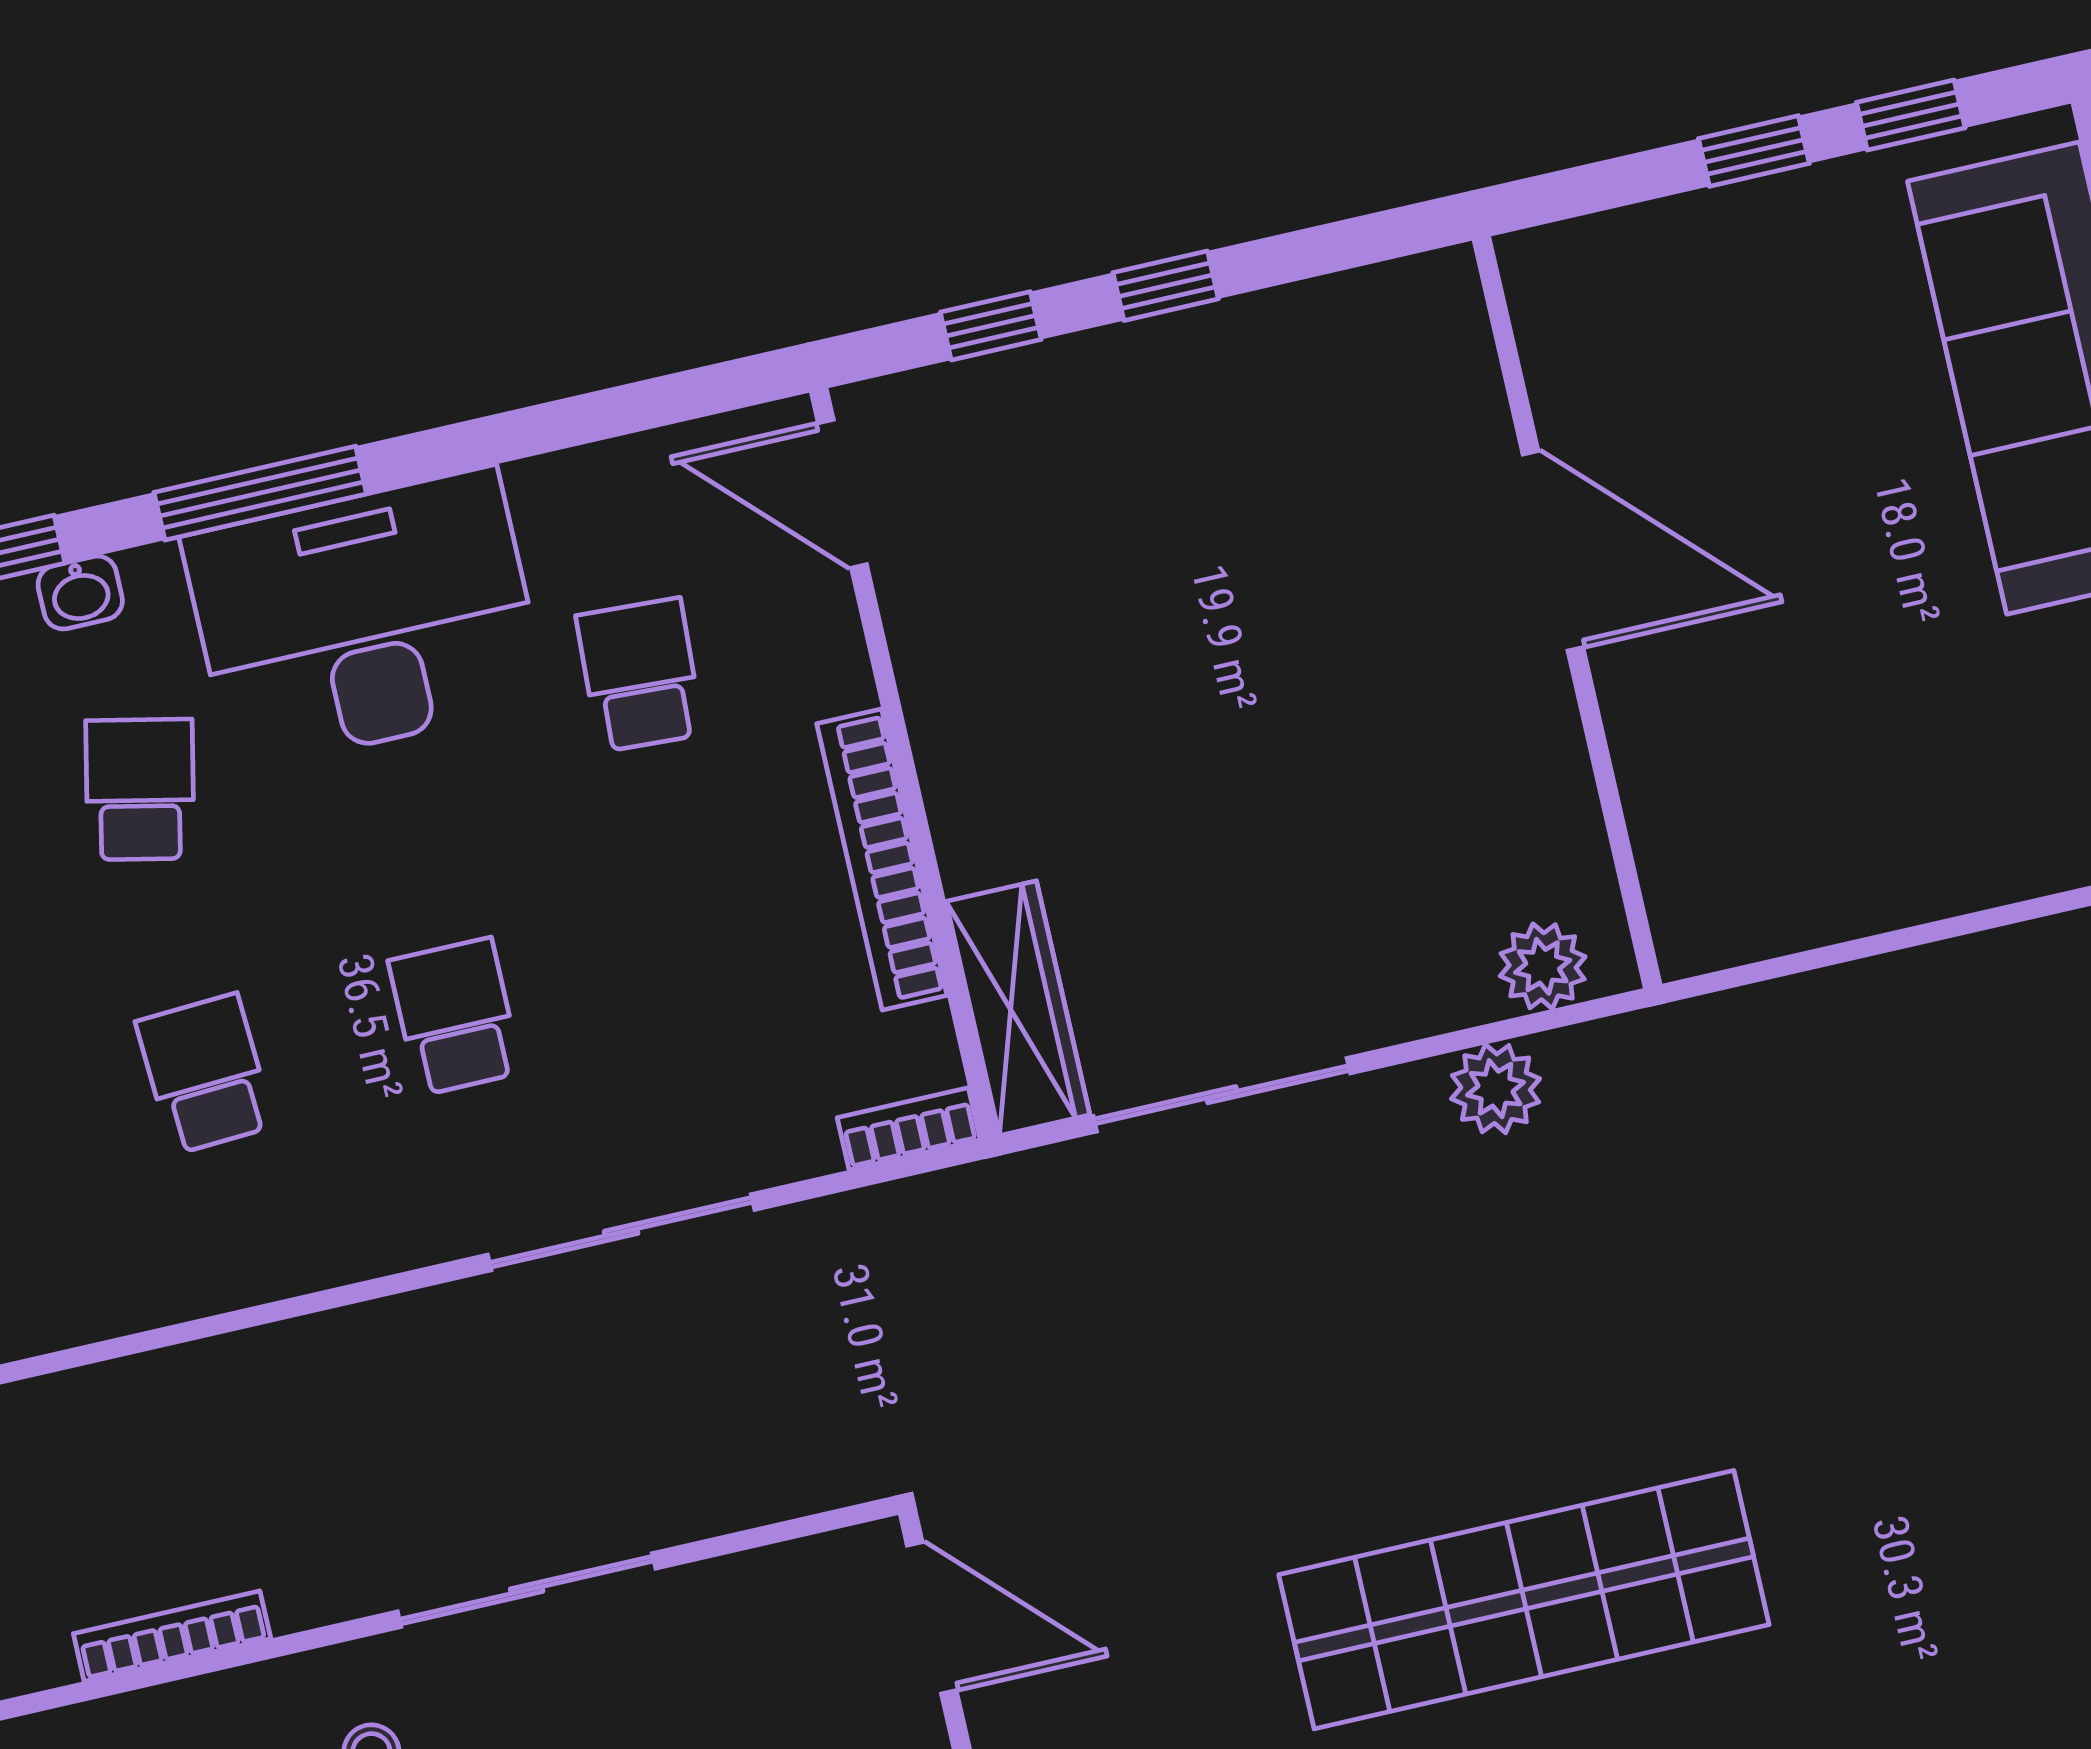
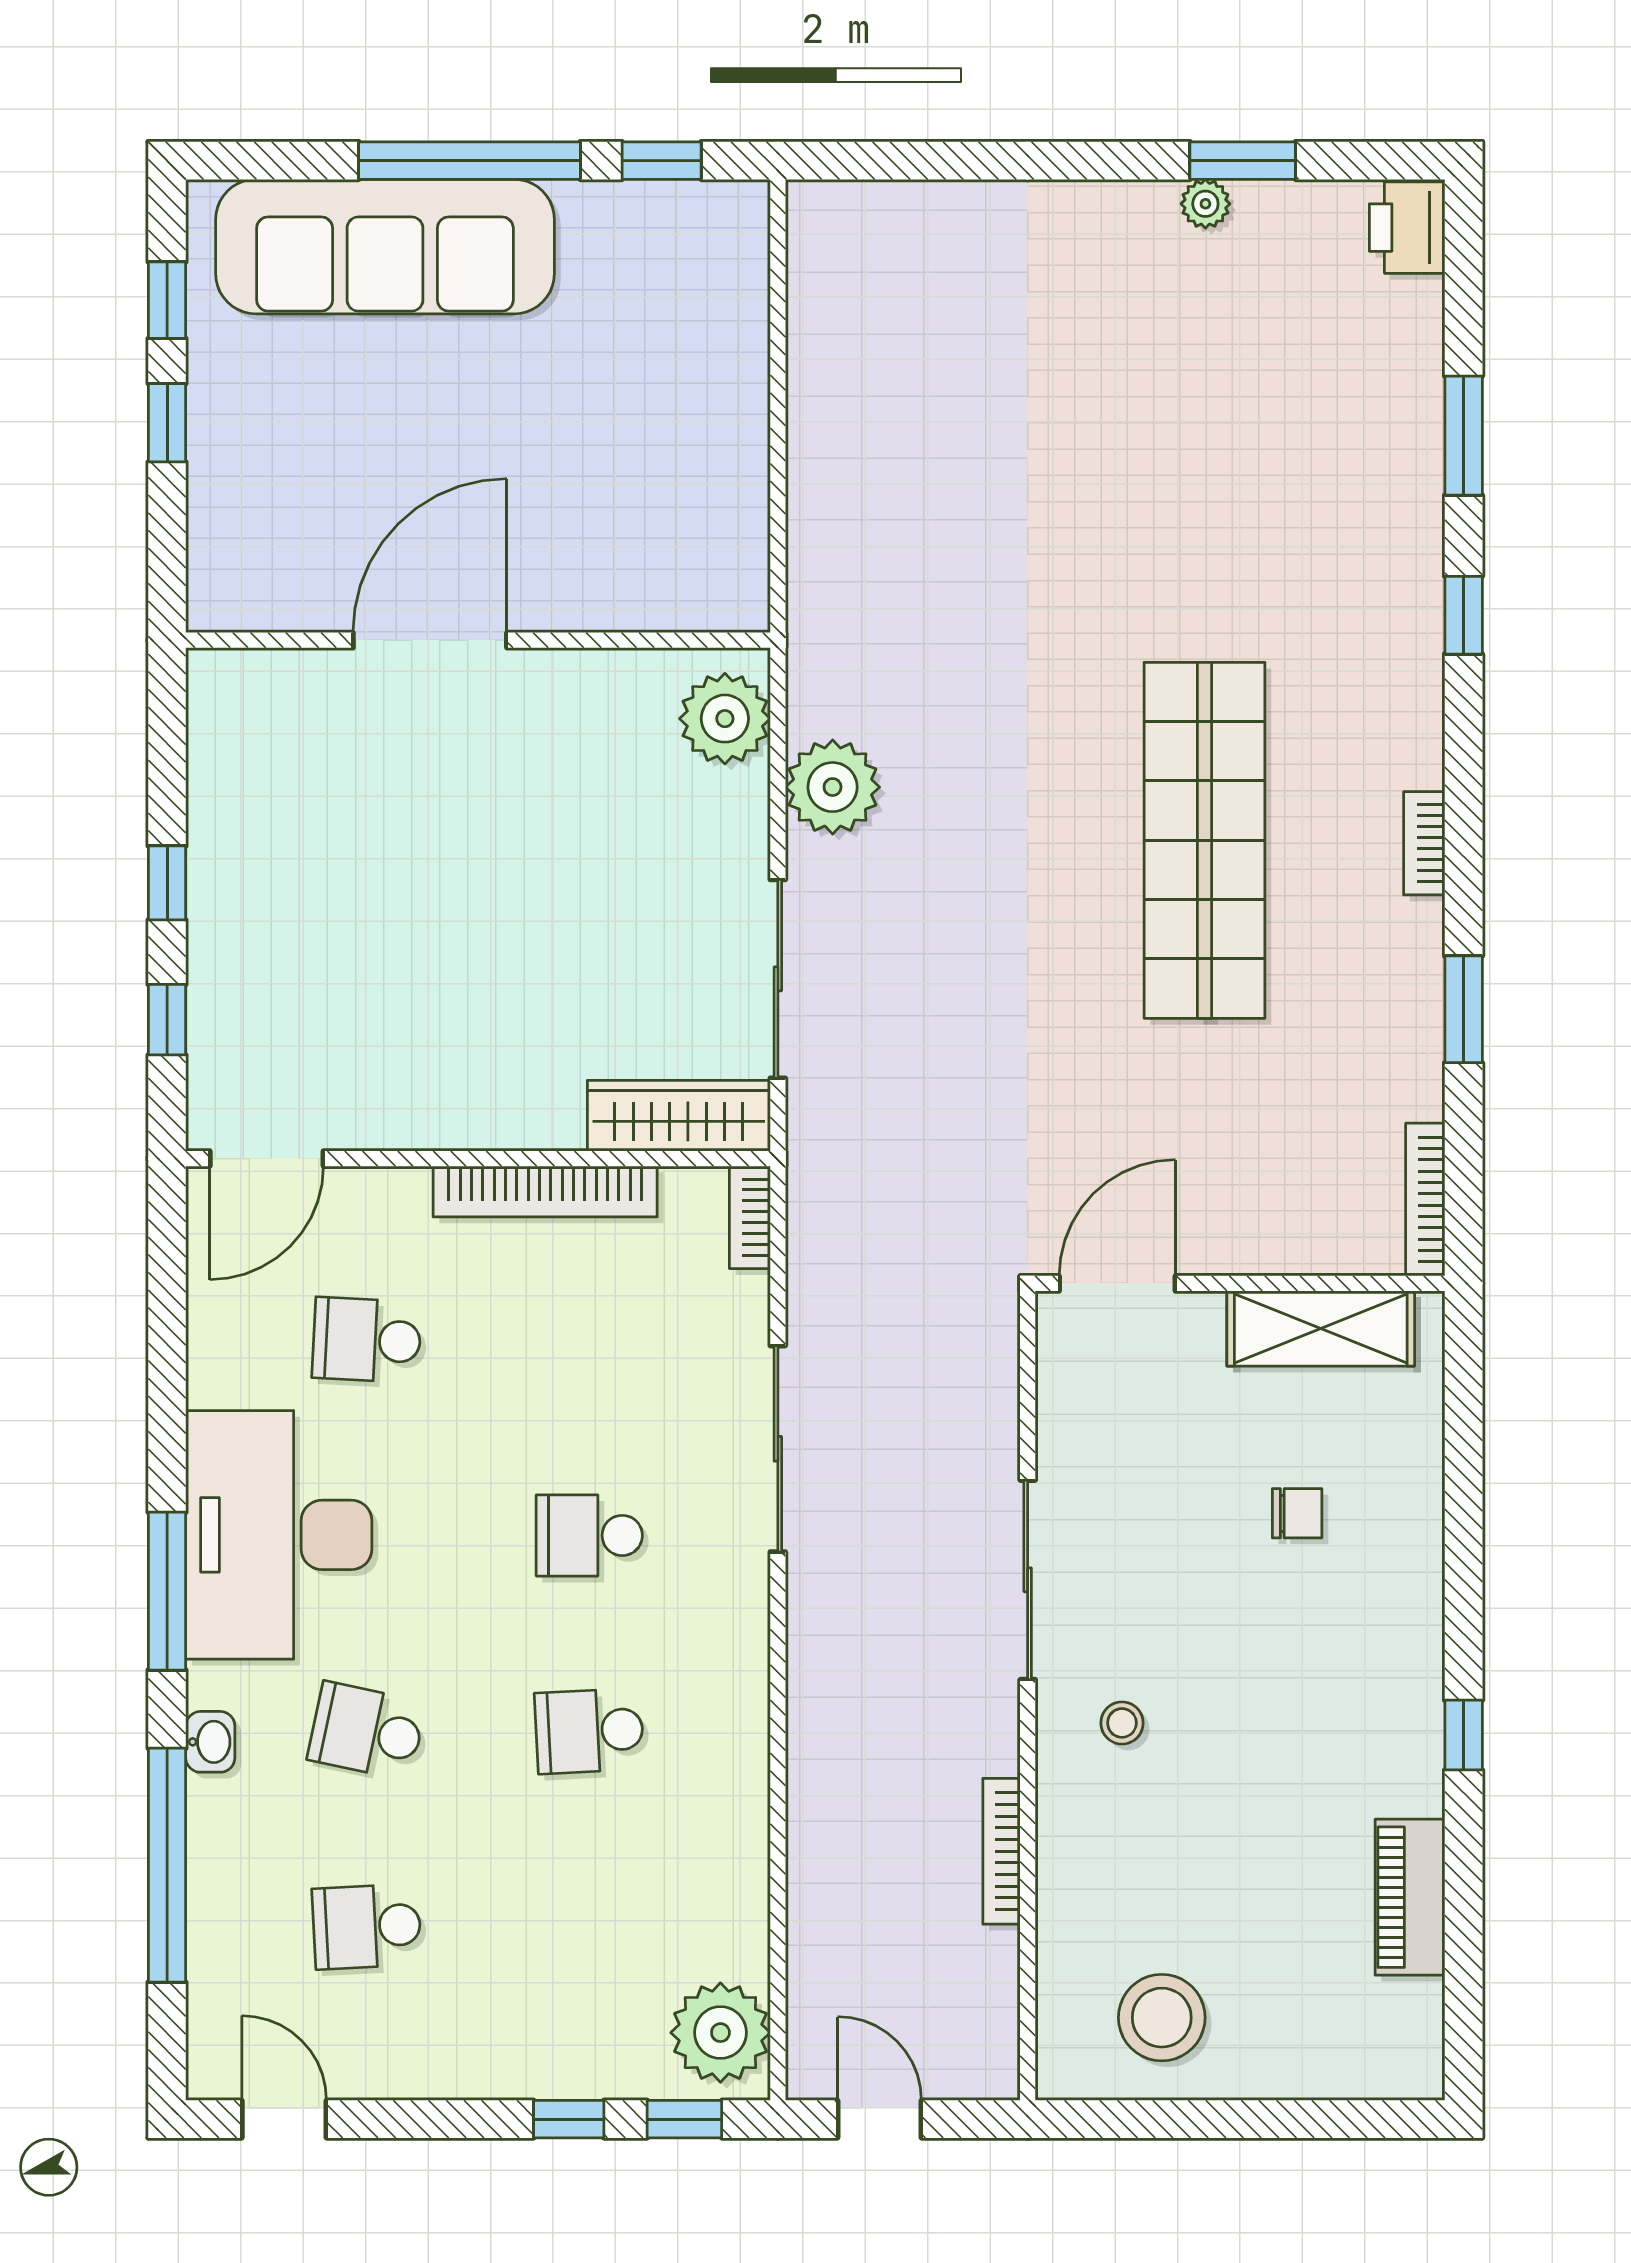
plant: (1543, 966) -> (725, 719), width x1.36, depth x1.36
plant: (1496, 1089) -> (833, 787), width x1.36, depth x1.36

